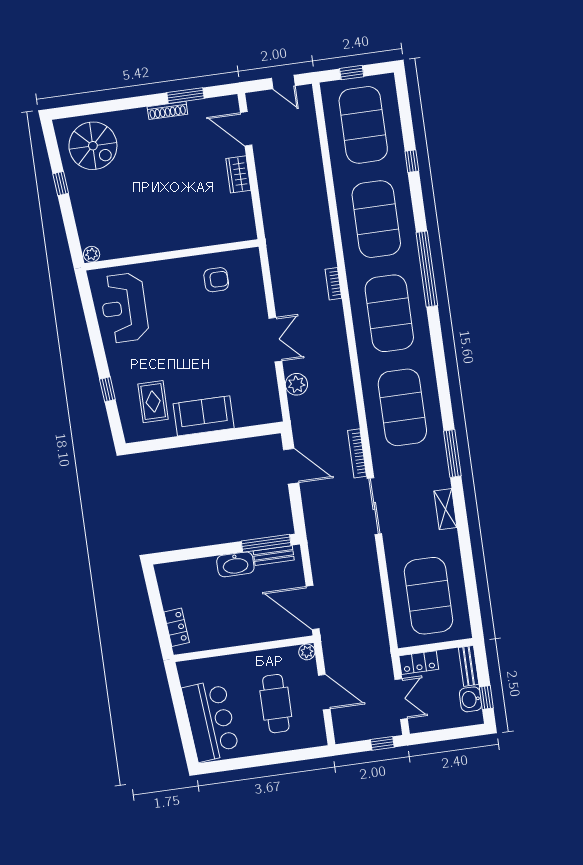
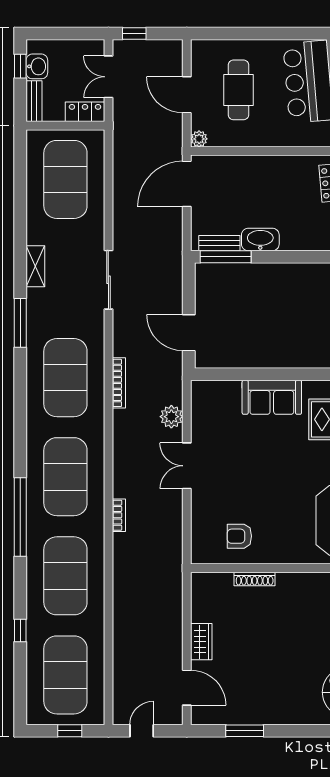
door: (283, 82) -> (142, 731), hinge flipped
shoe rack: (167, 110) -> (255, 579), moved, turned 180
bookcase: (357, 453) -> (119, 383), moved
door: (313, 608) -> (187, 184), swing flipped

